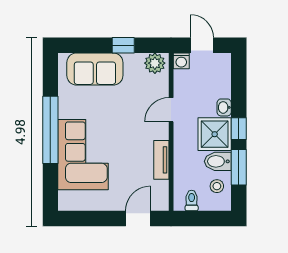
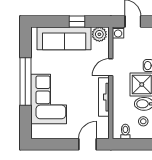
sofa: (95, 69) -> (64, 38), width x1.36
tv unit: (161, 160) -> (104, 97), width x1.41

